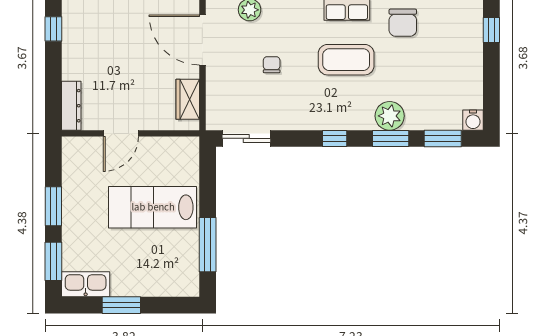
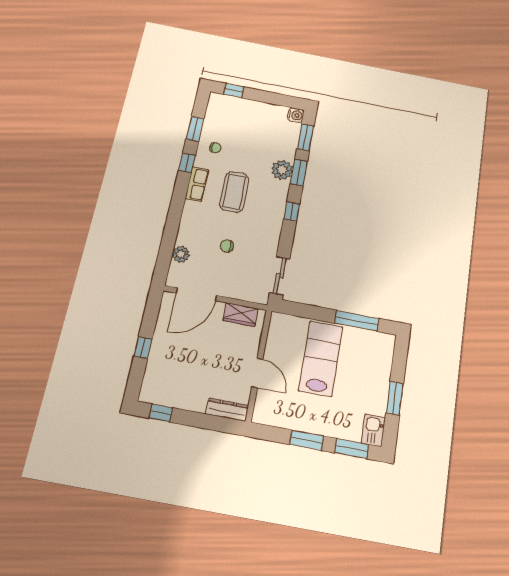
chair: (403, 23) -> (215, 148), width x0.54, depth x0.54
lab bench: (153, 207) -> (321, 358), turned 180
kitchen sink: (86, 284) -> (373, 430), width x0.73

